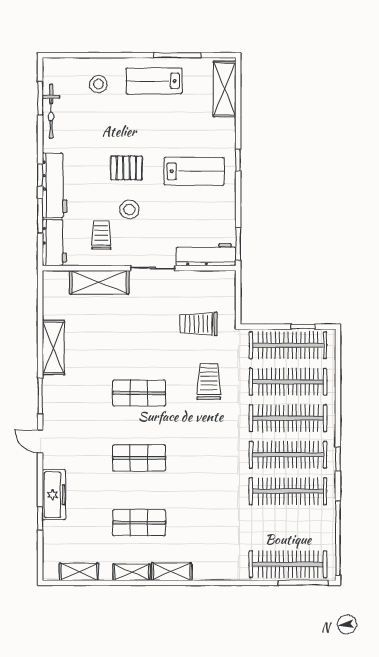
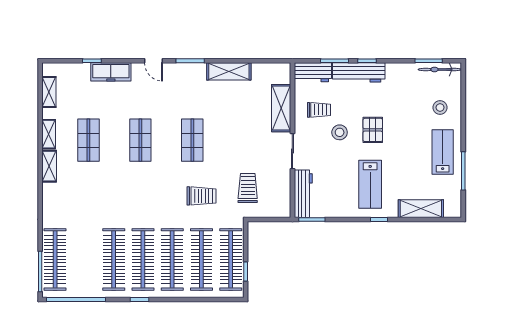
shelving: (225, 89) -> (421, 209), moved
bicycle: (51, 111) -> (440, 69), moved
door: (40, 441) -> (154, 61), swing flipped

